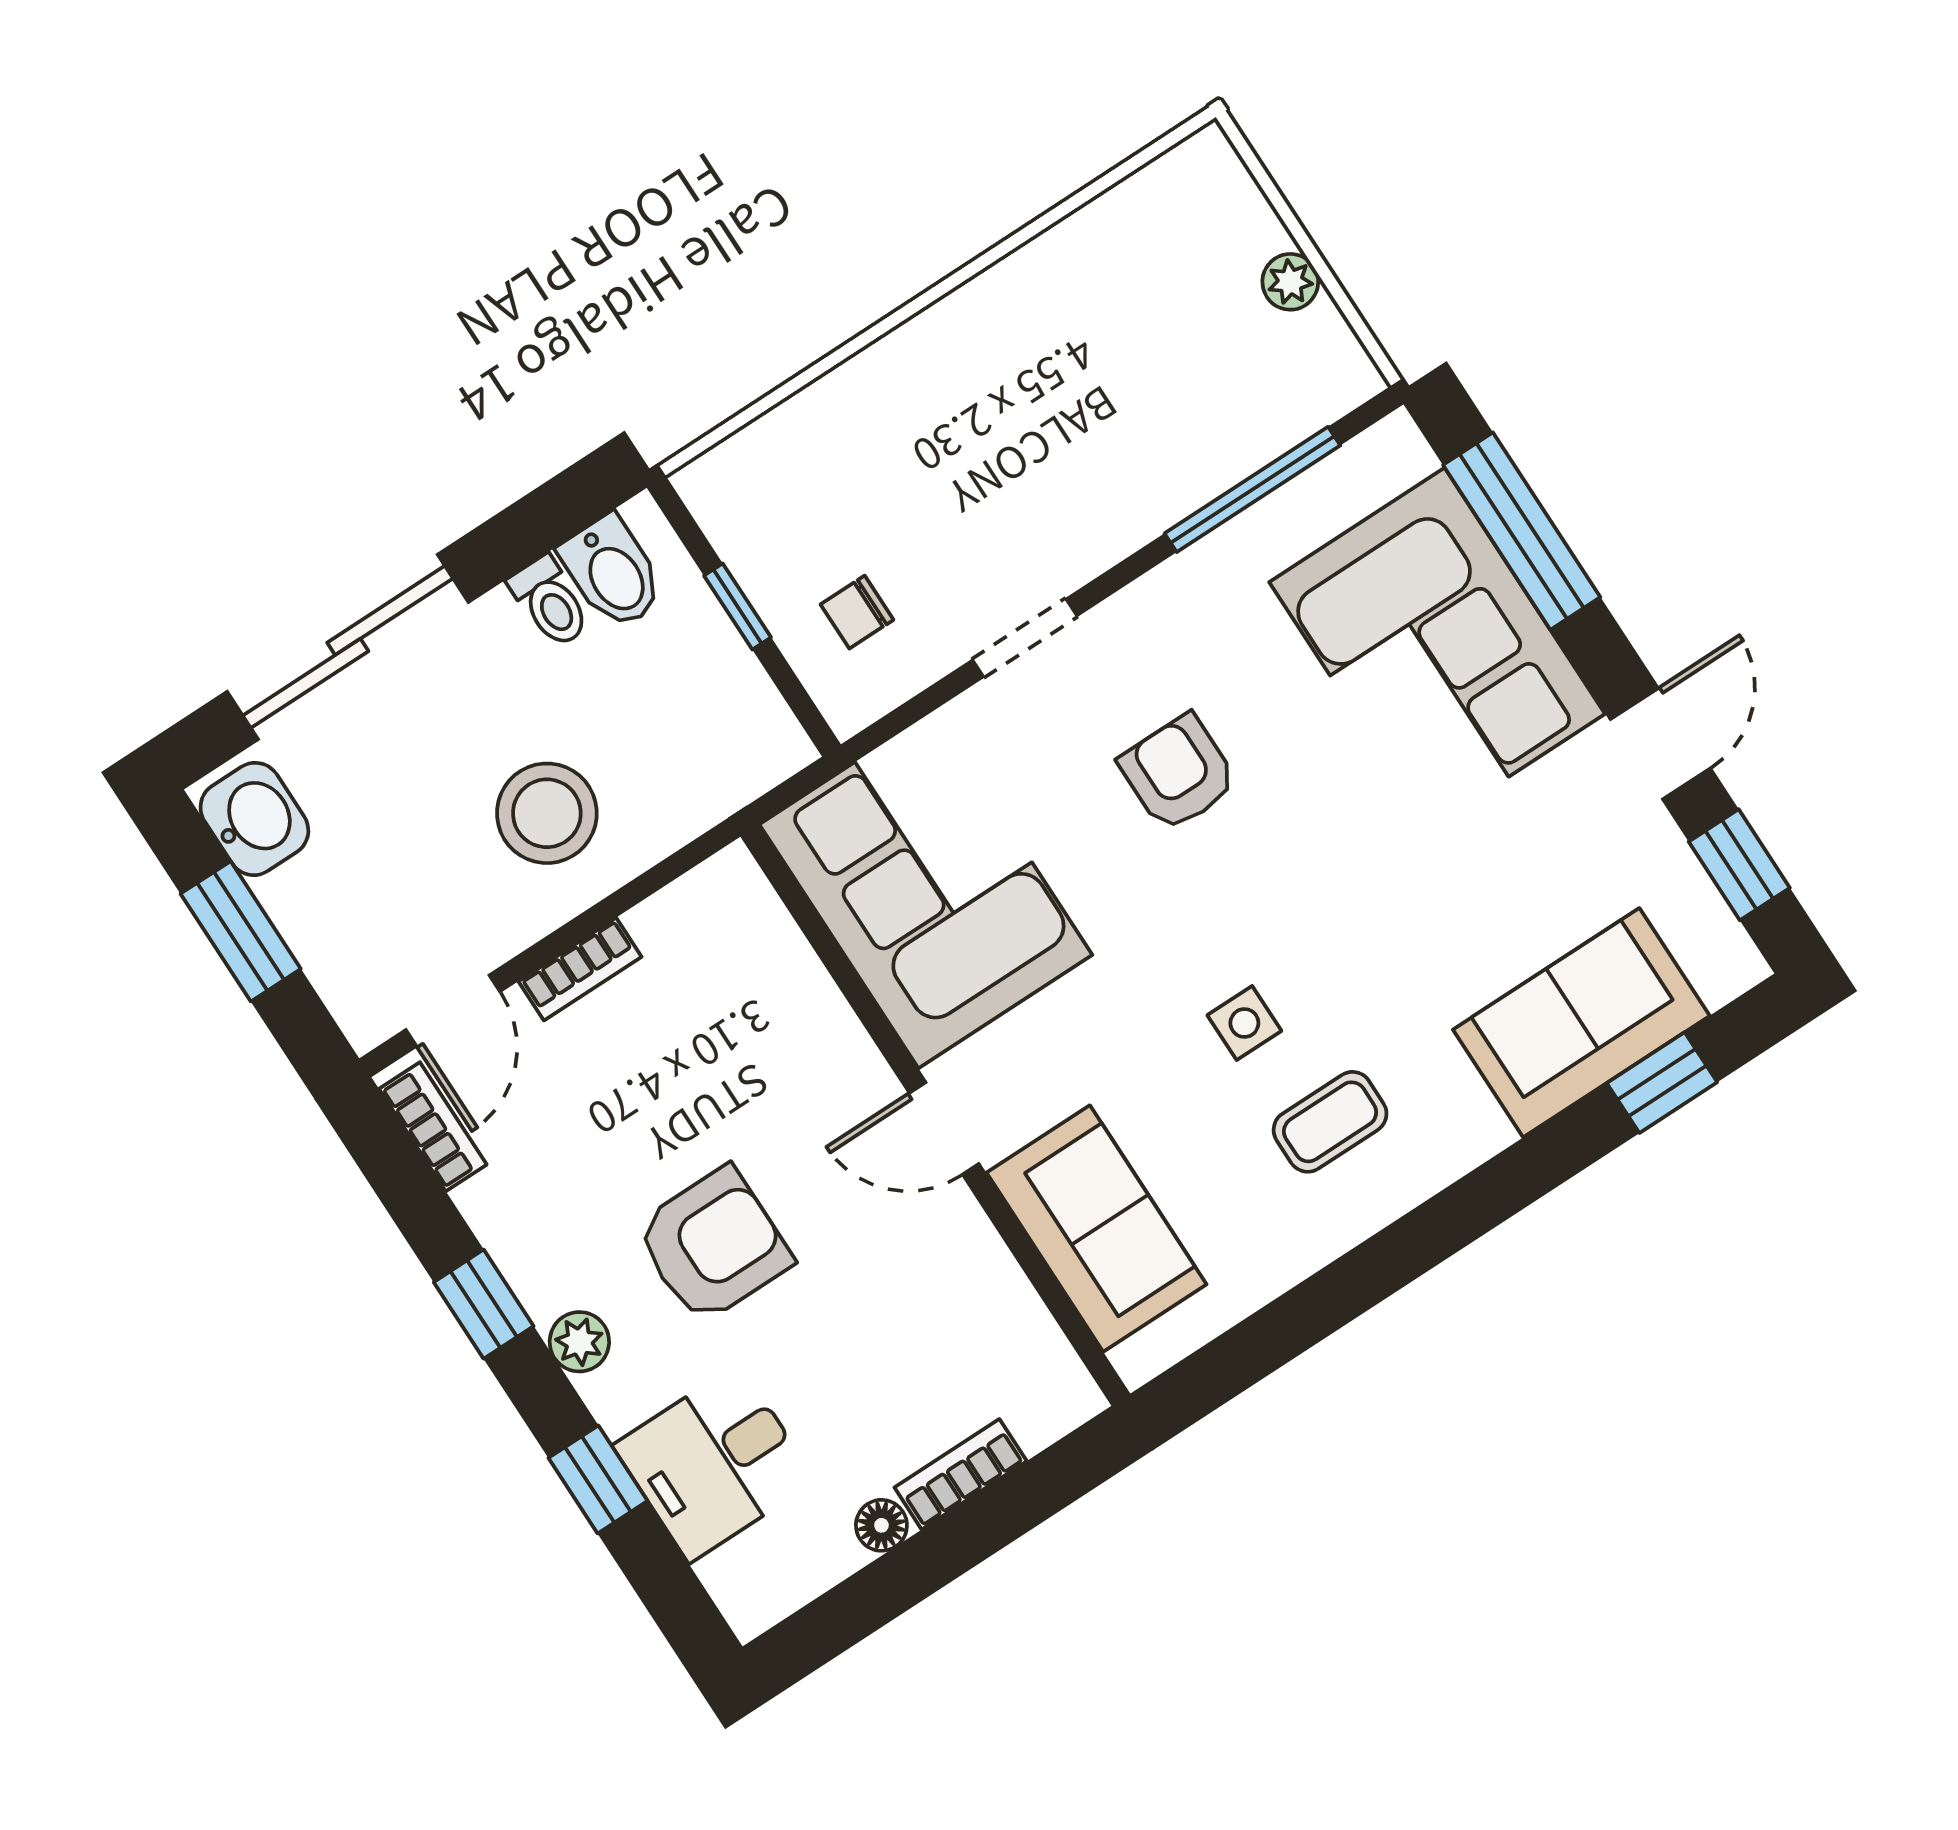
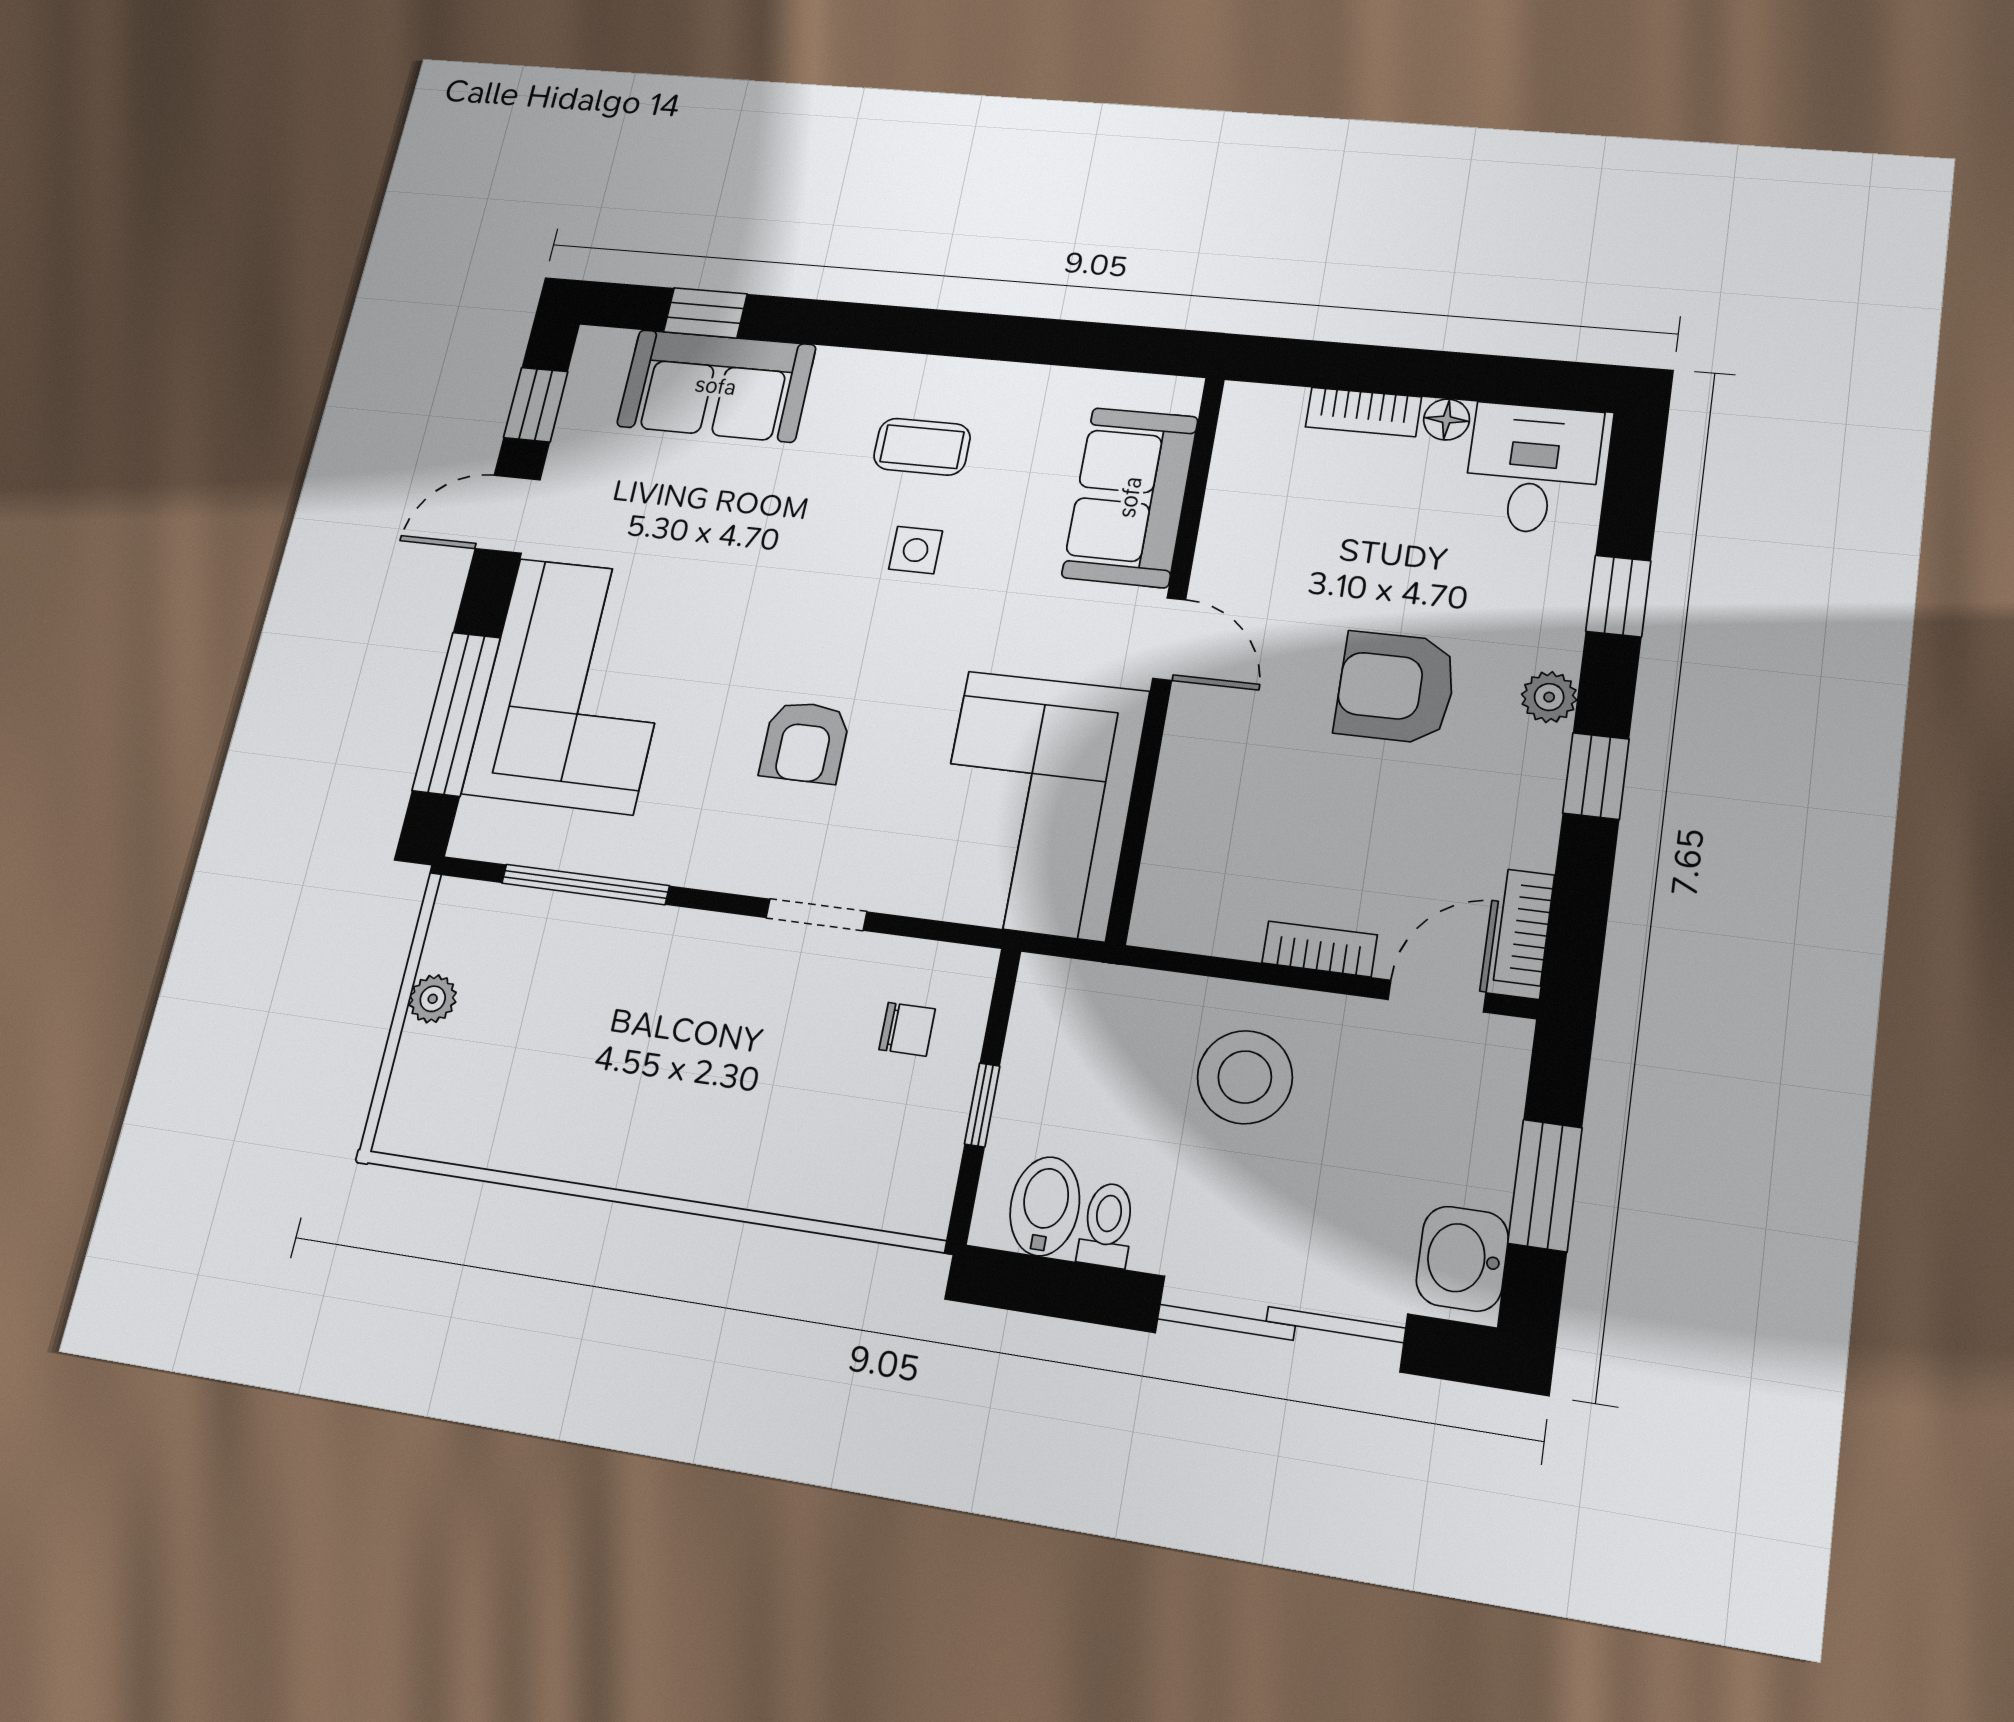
desk: (714, 1463) -> (1533, 469), moved, turned -90

